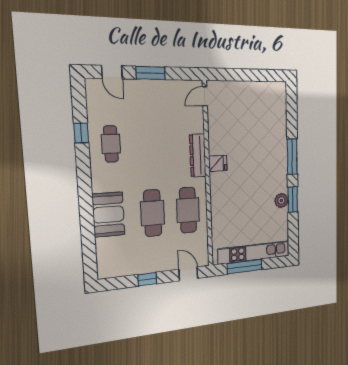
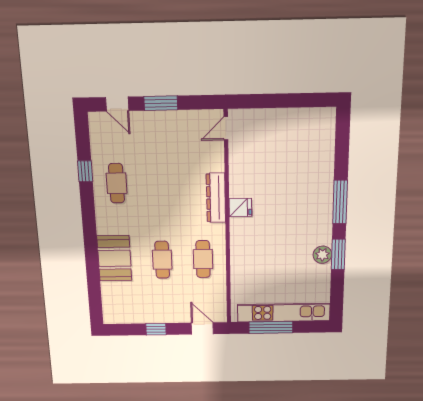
cafe table: (188, 210) -> (203, 259), width x0.73, depth x0.74
cafe table: (153, 213) -> (162, 260), width x0.73, depth x0.74

